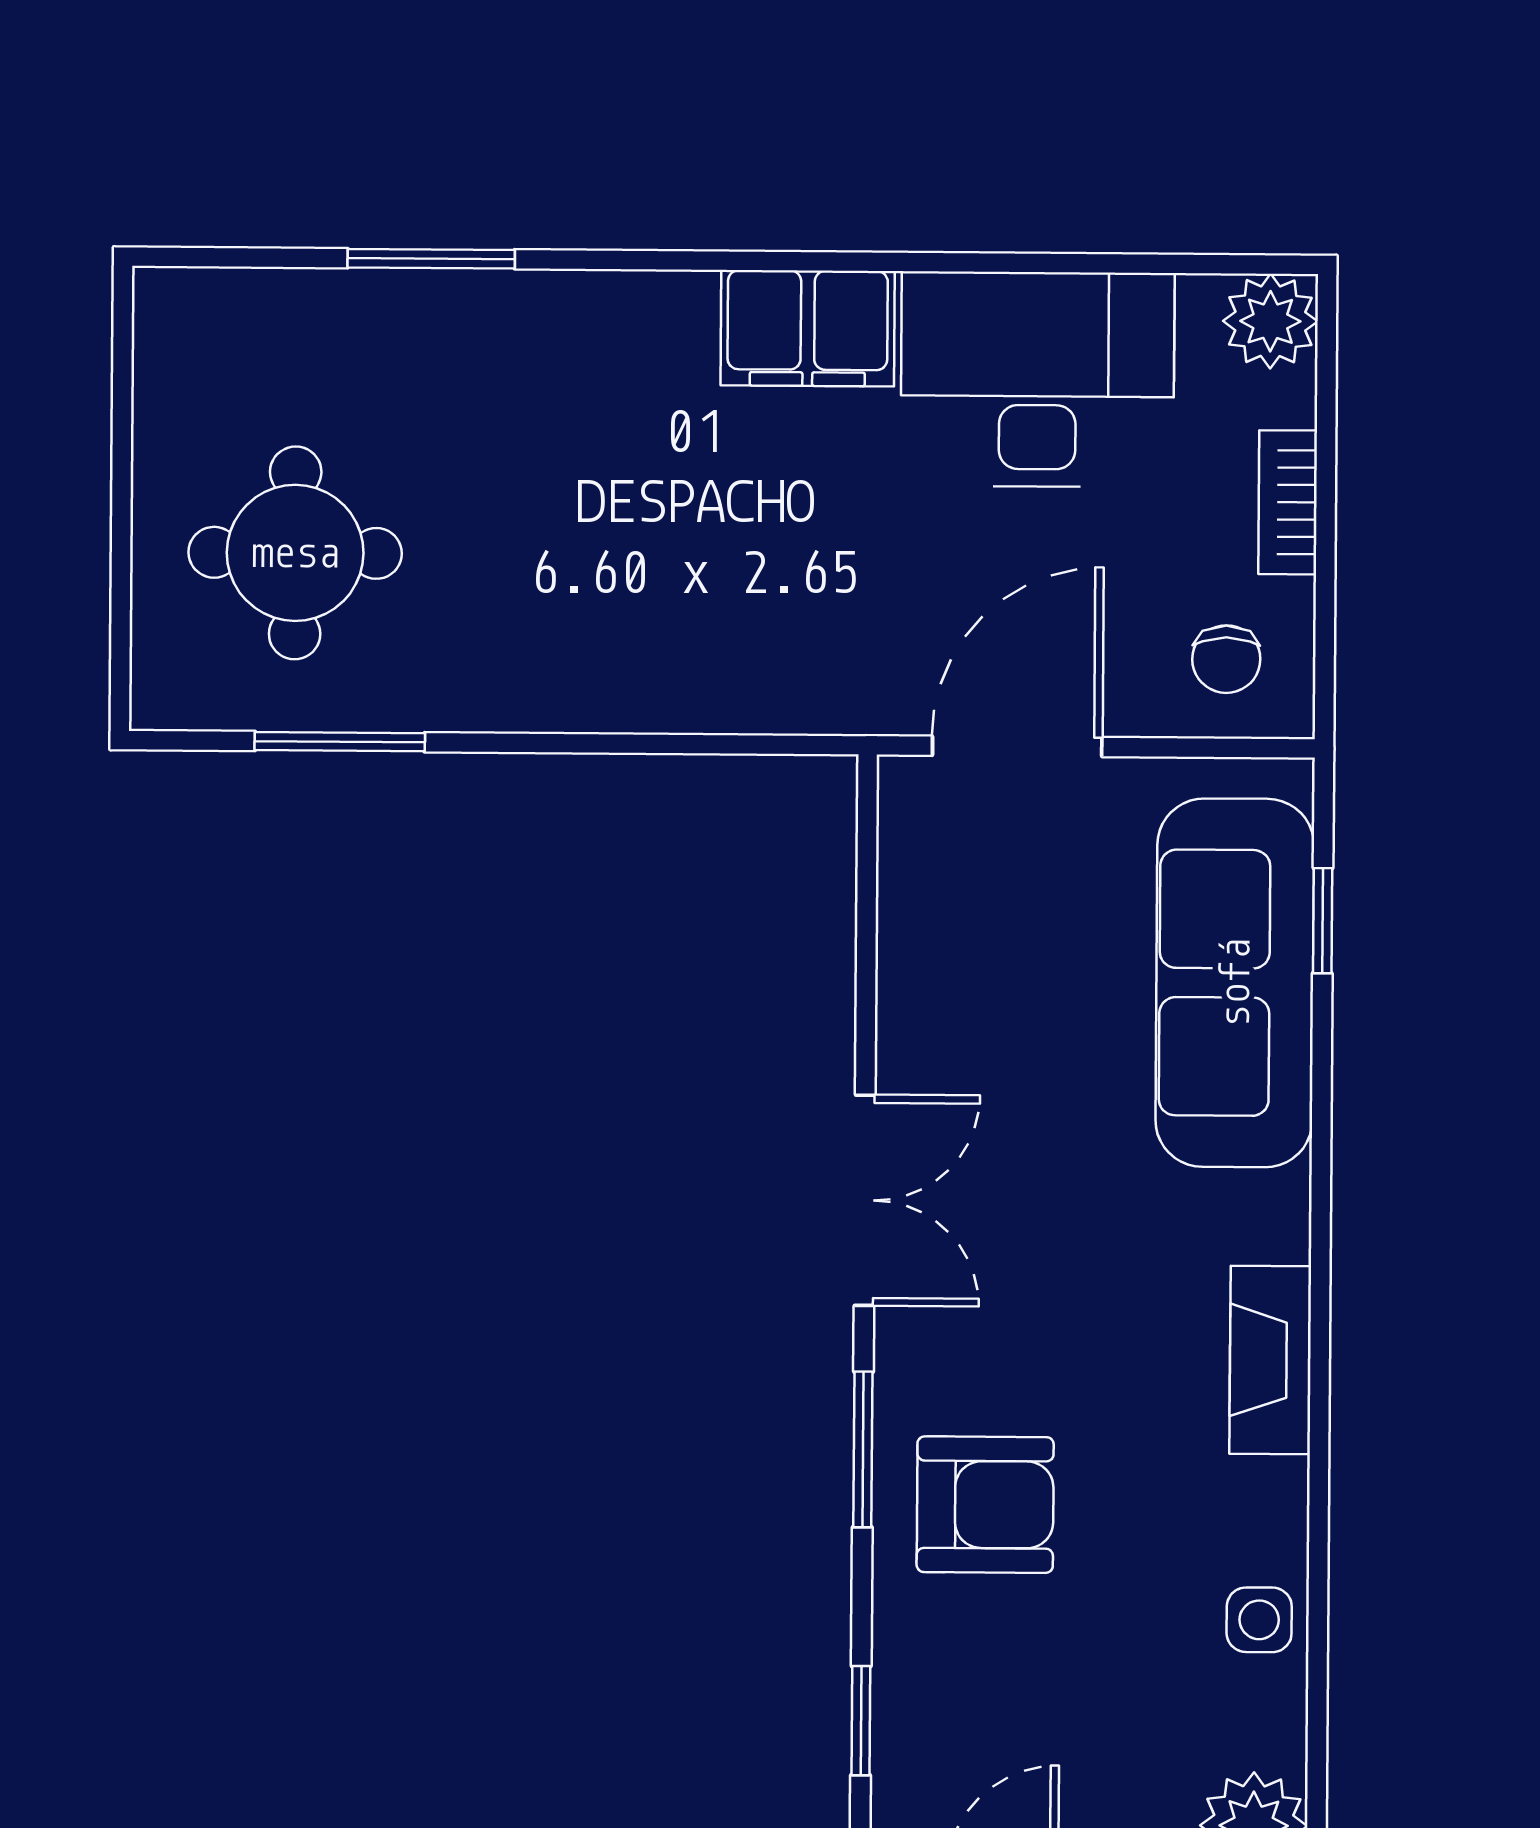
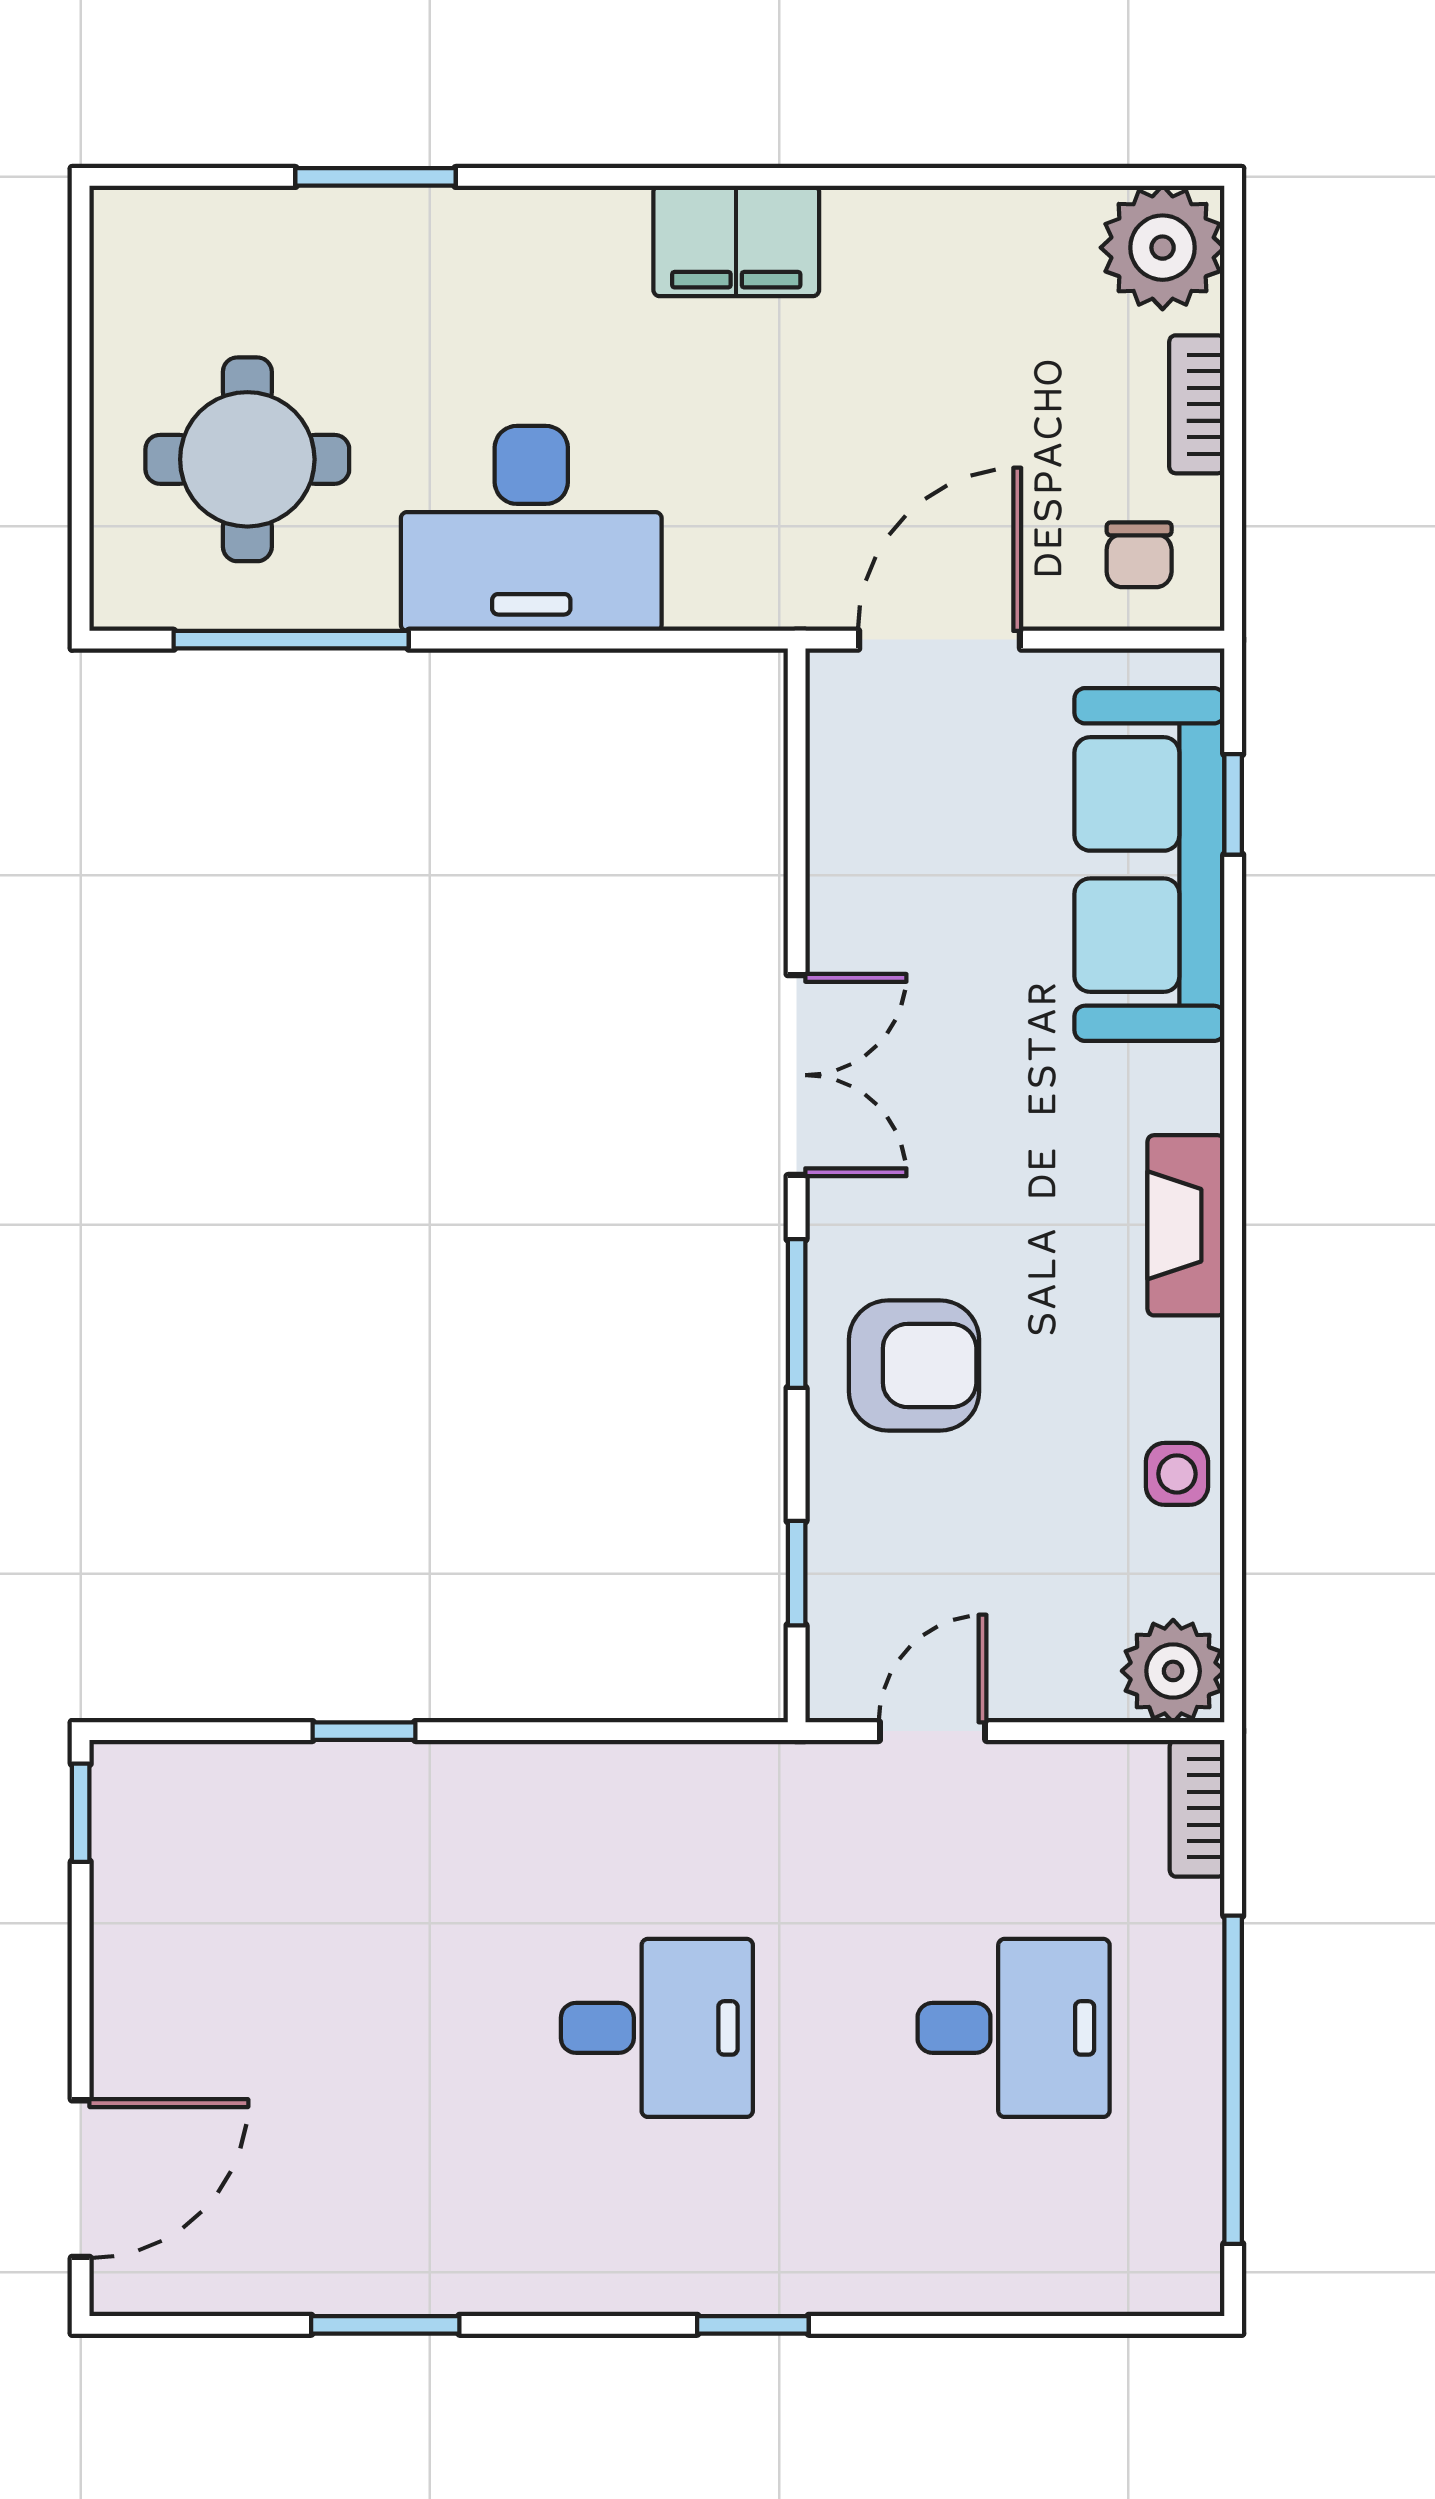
plant: (1270, 321) -> (1163, 248), width x1.36, depth x1.36
desk: (1038, 379) -> (531, 528), moved, turned 180
window: (340, 742) -> (291, 640), width x1.44

